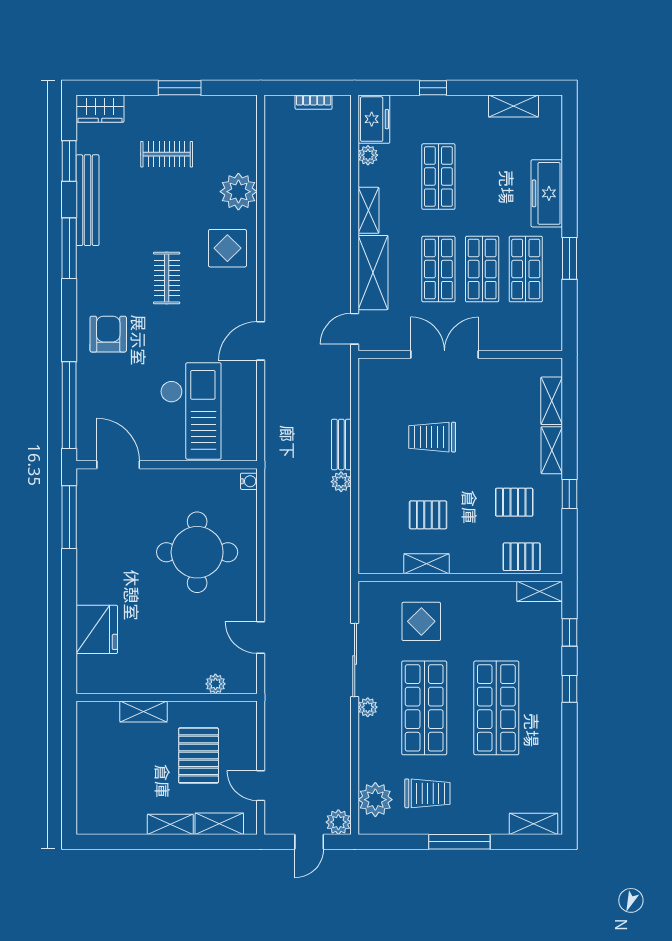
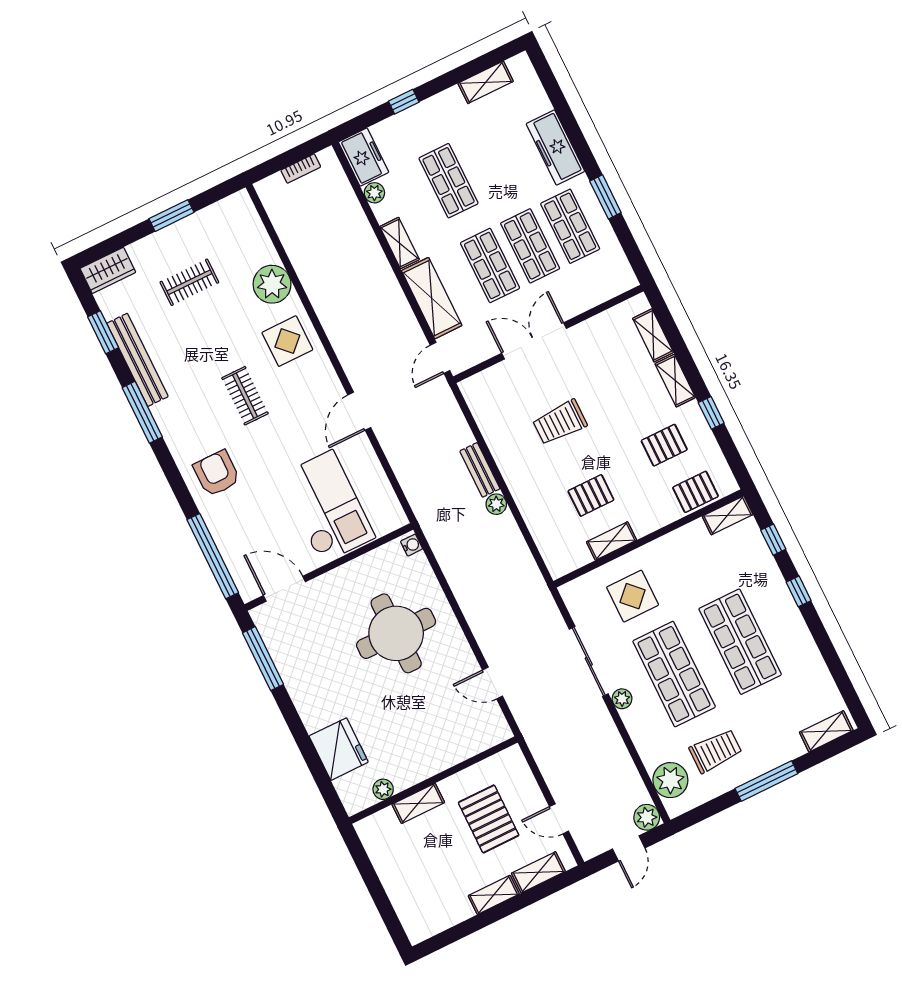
plant: (215, 684) -> (383, 789), moved

